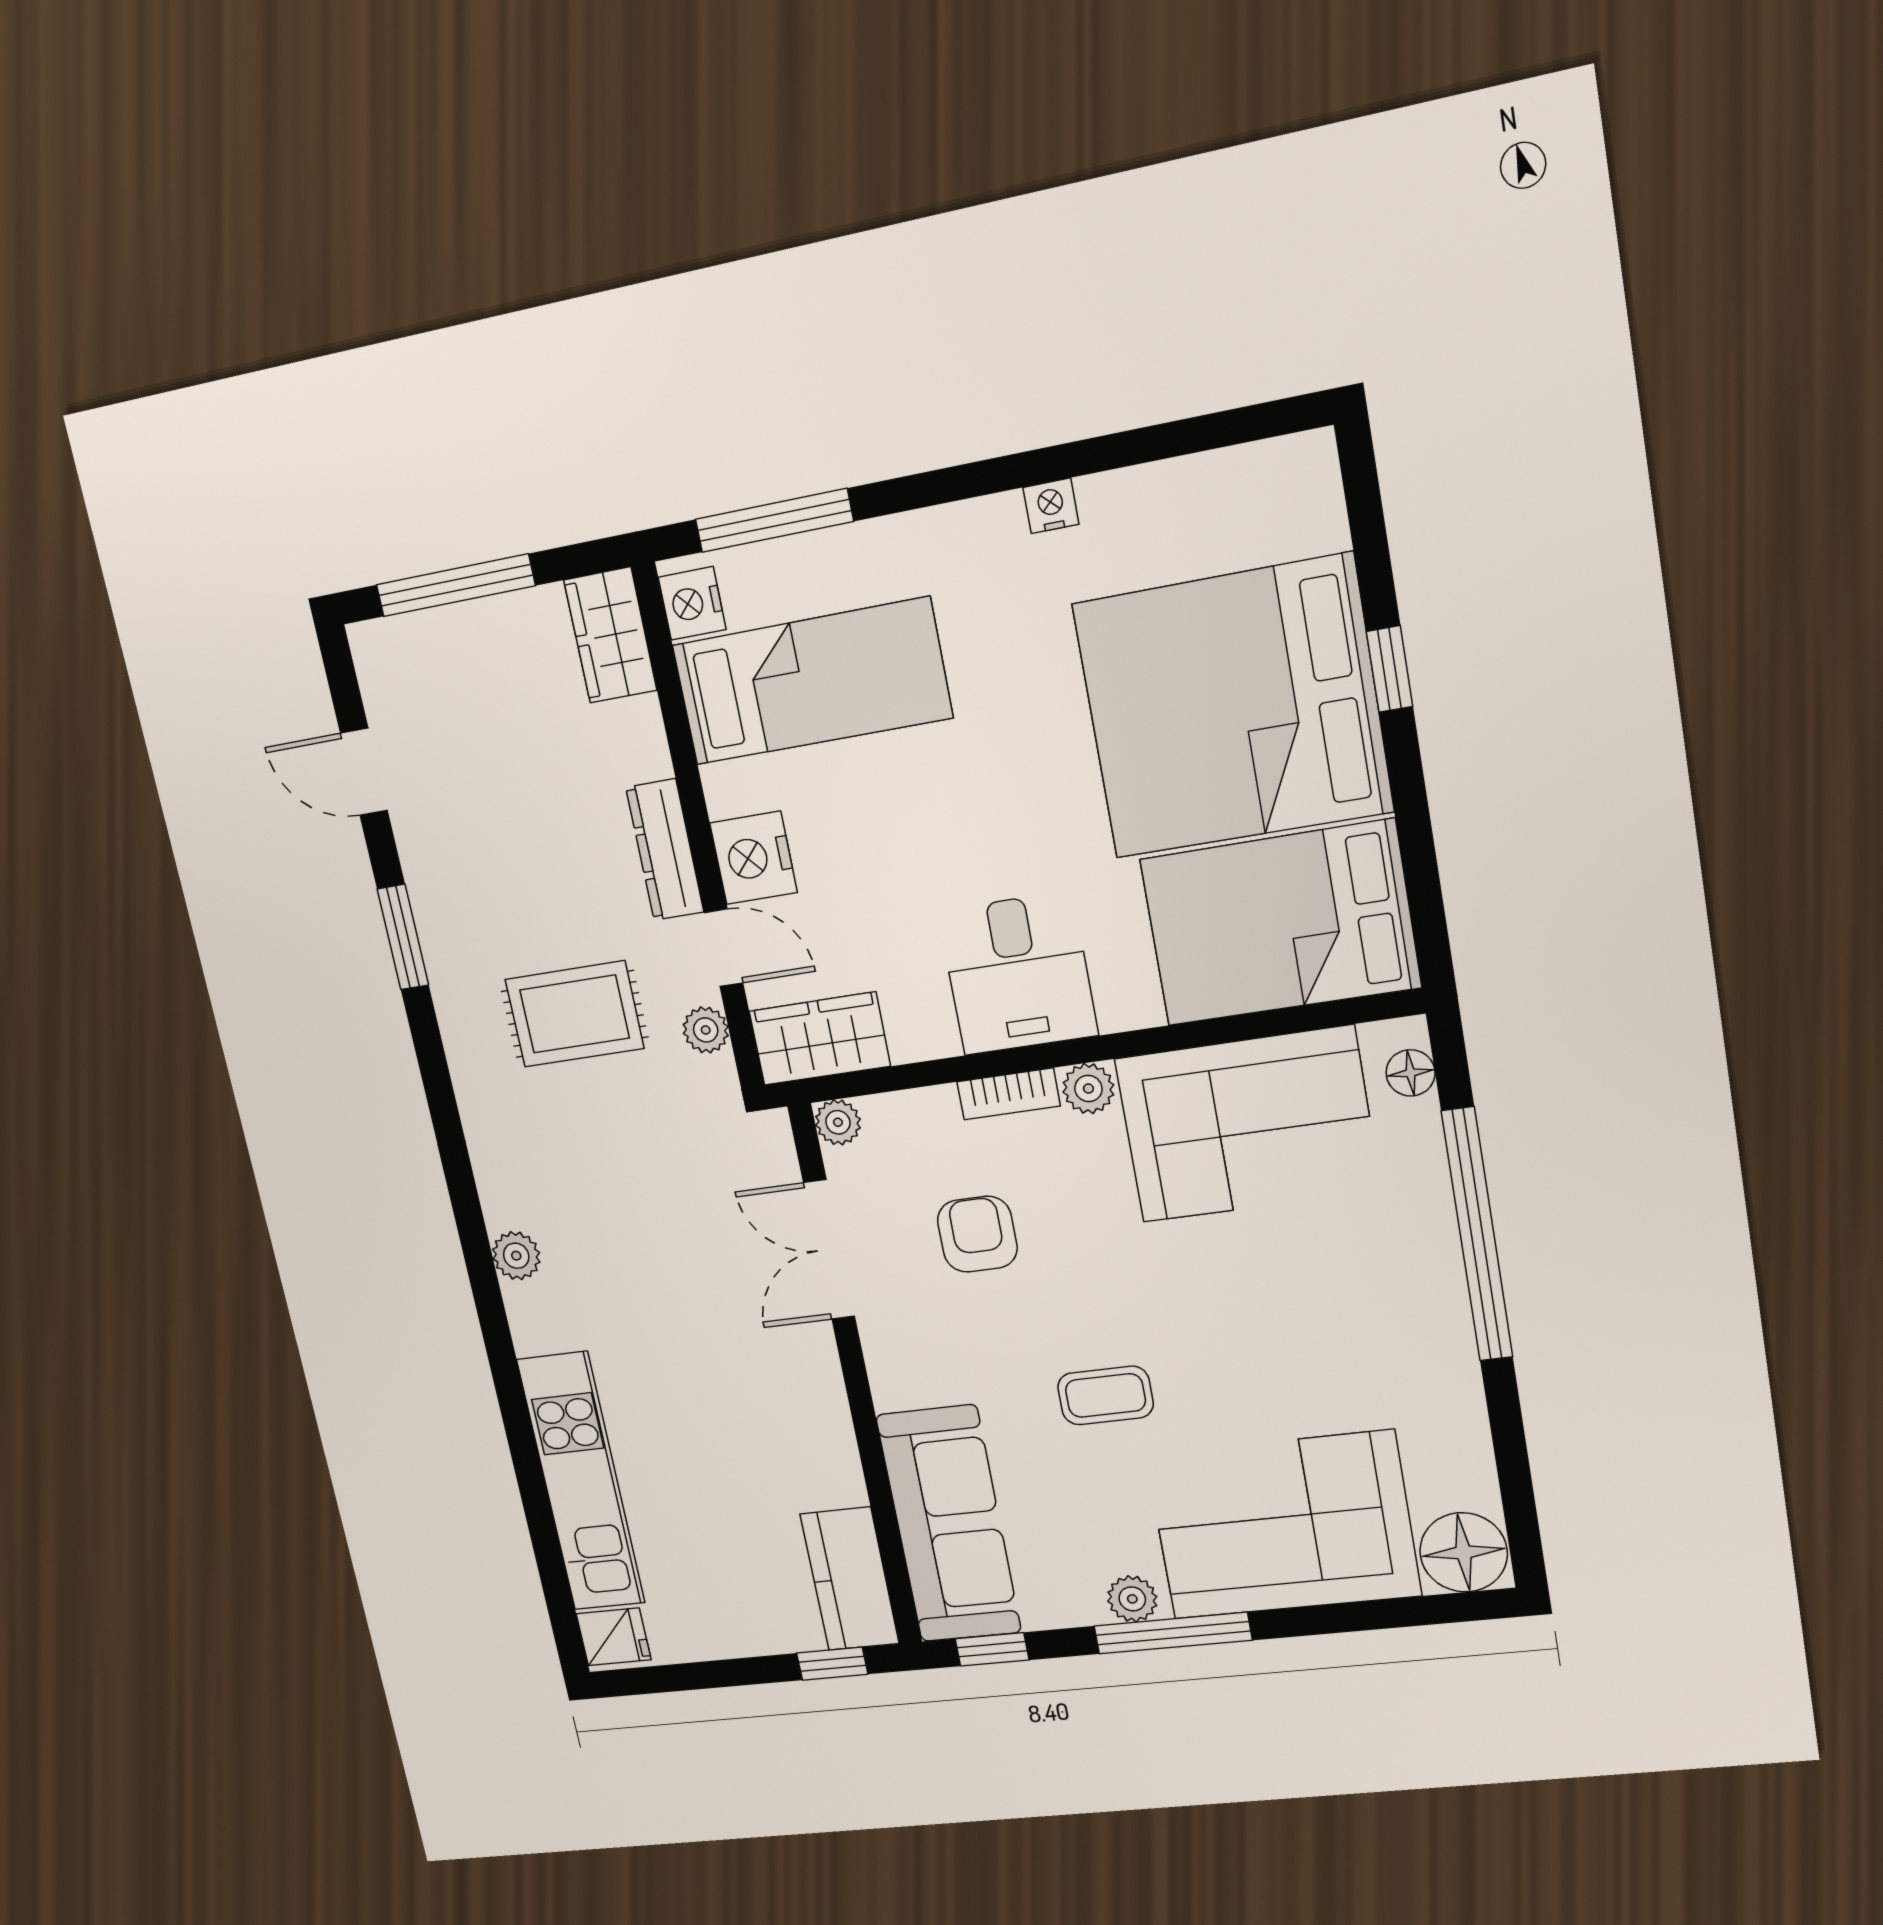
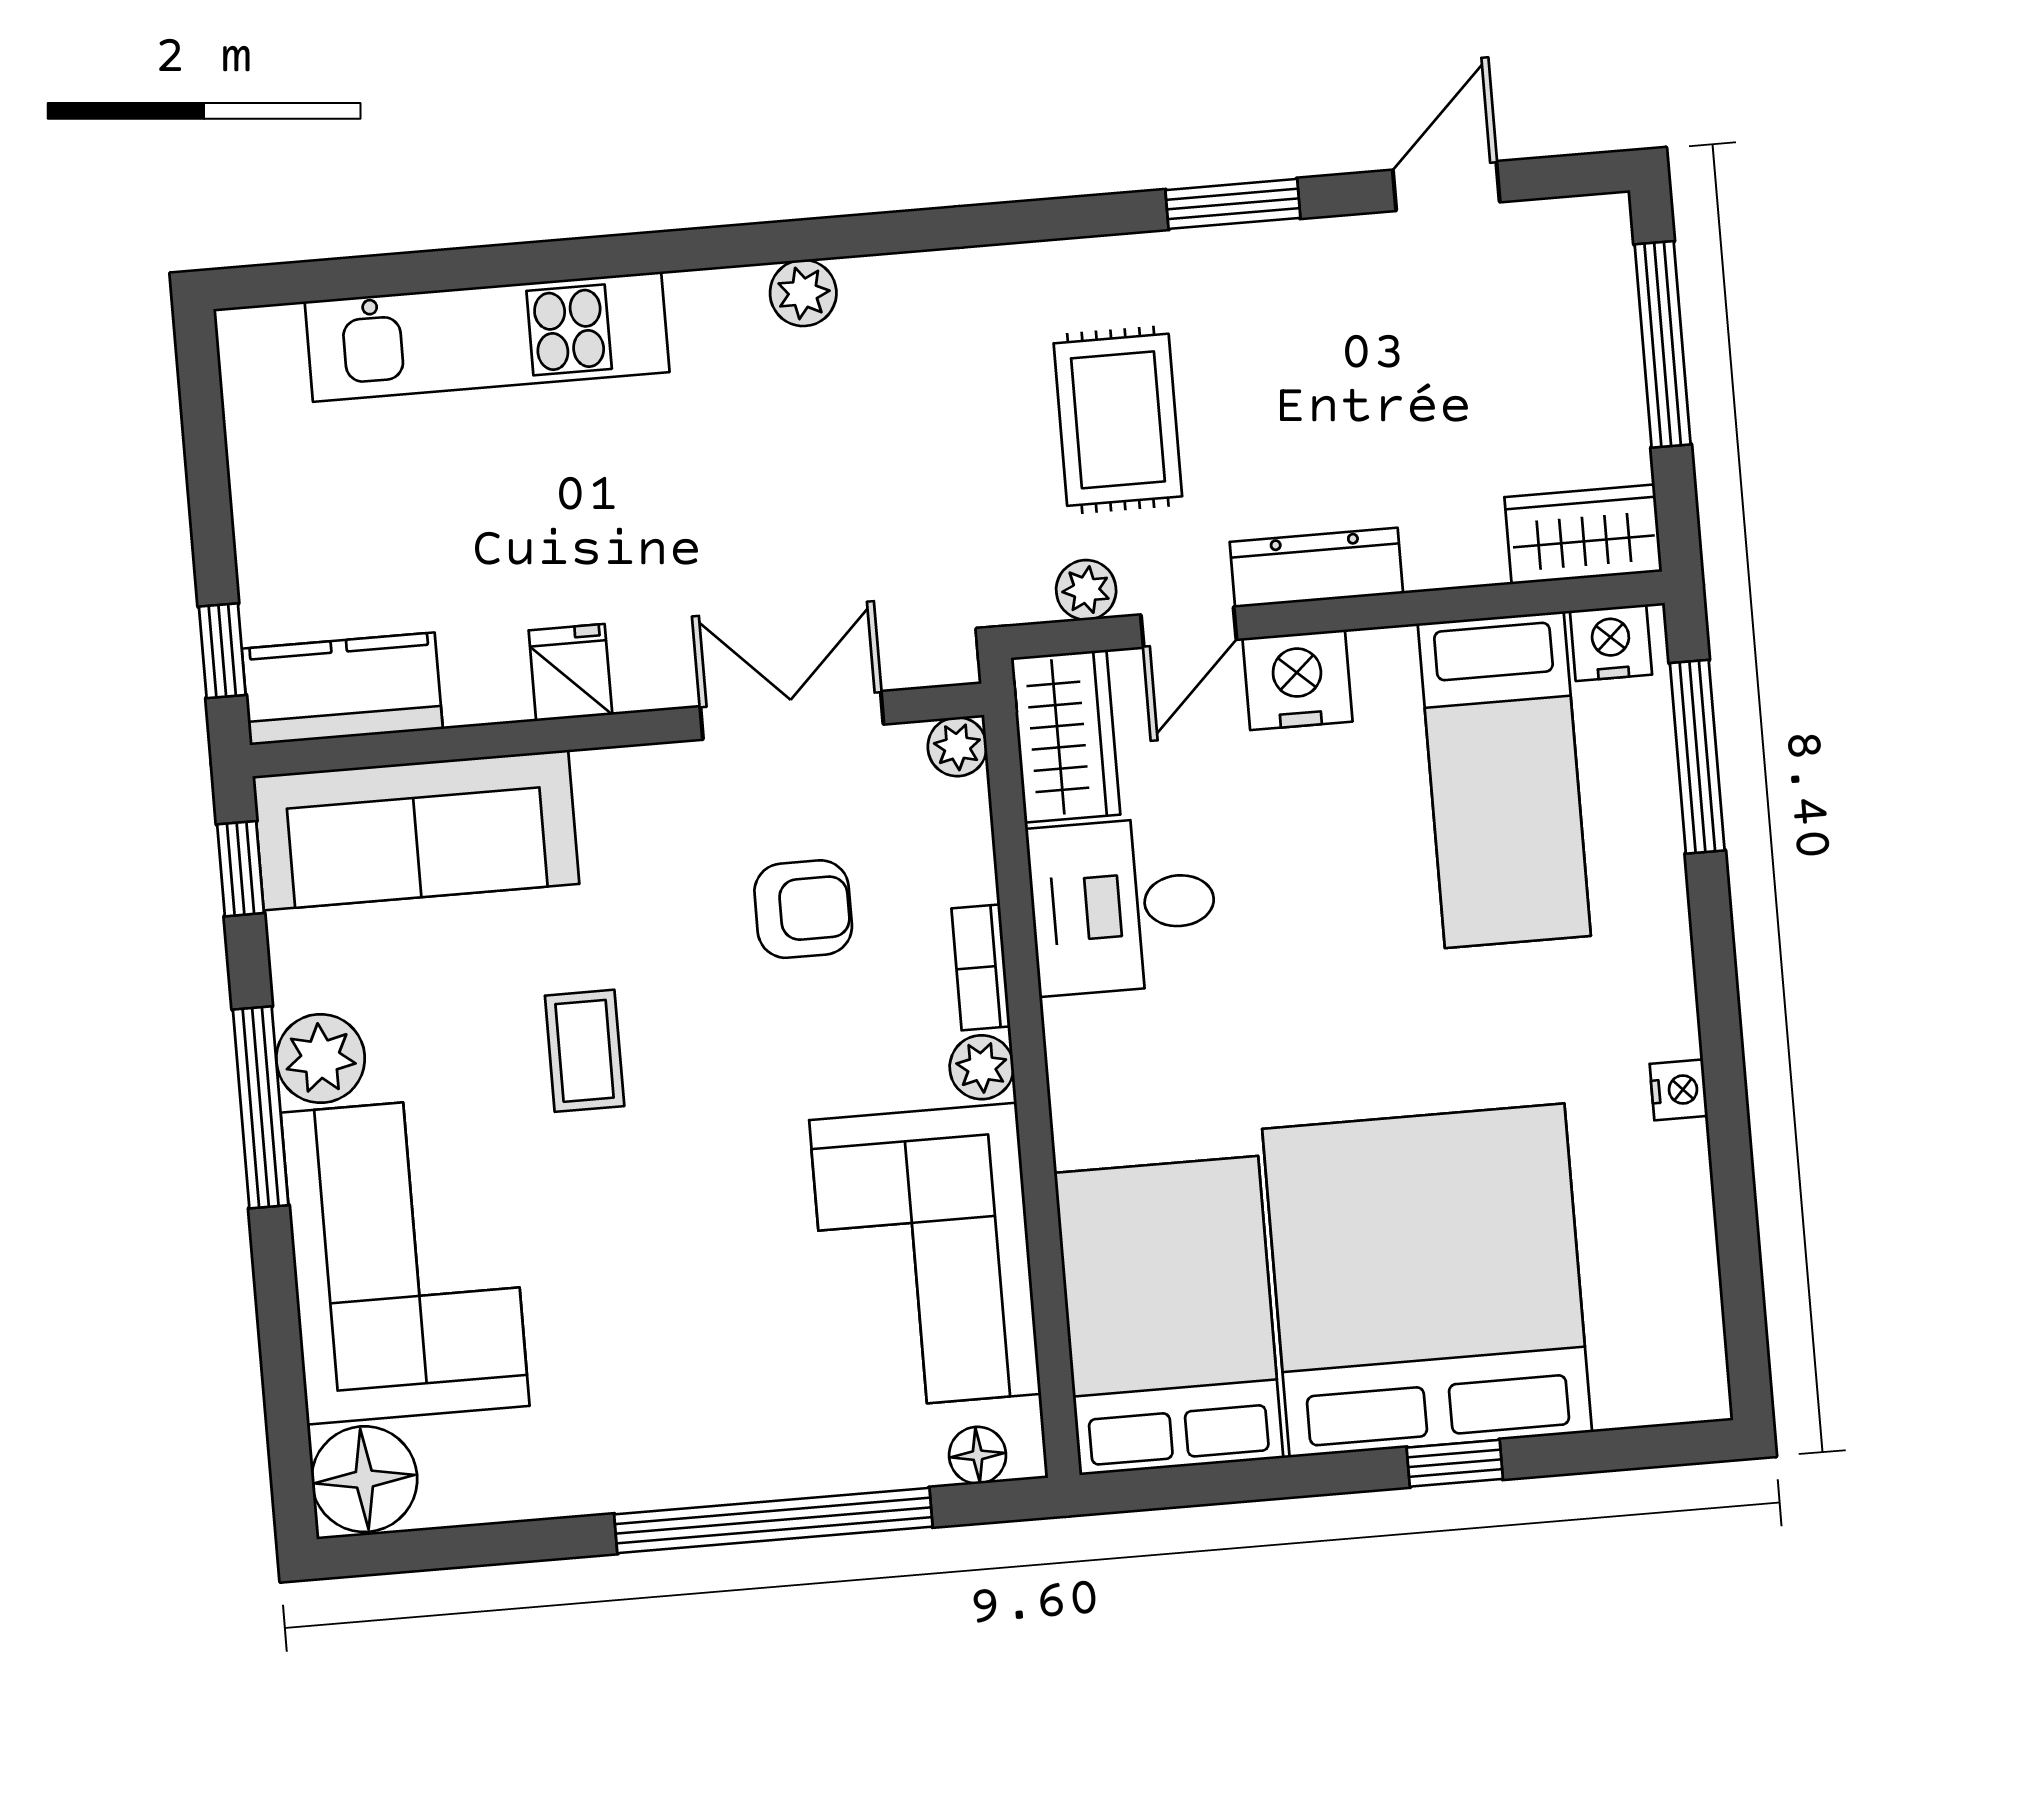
desk: (1018, 973) -> (1123, 905), moved
plant: (1132, 1599) -> (321, 1058), width x1.38, depth x1.38
fridge: (614, 1637) -> (570, 673), moved, turned 180

